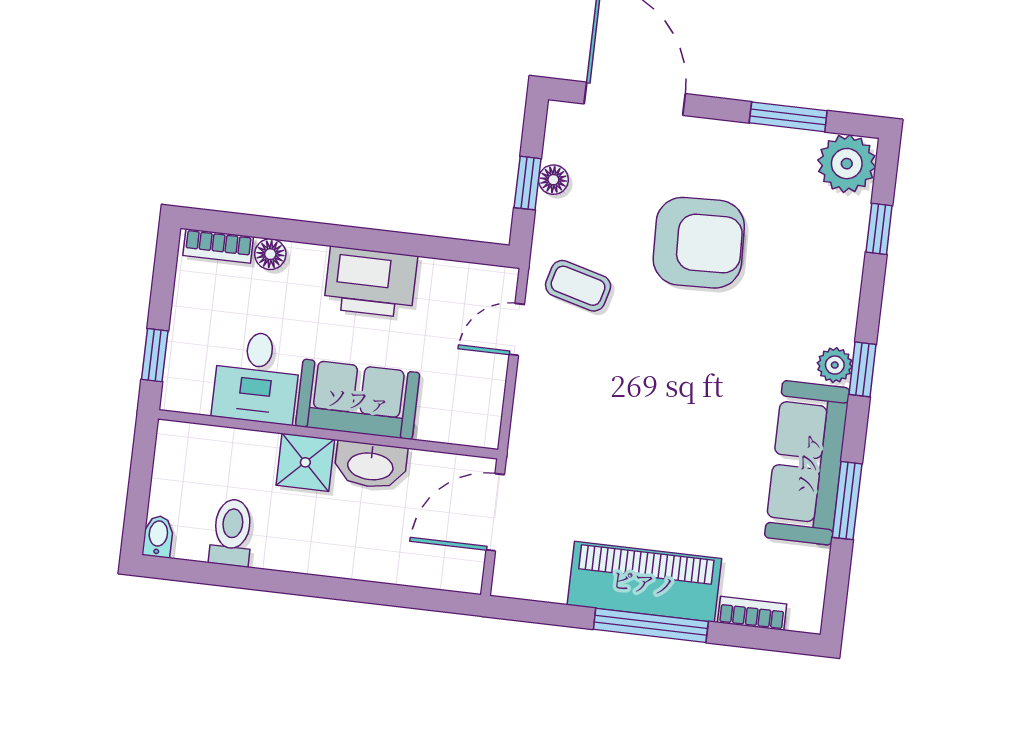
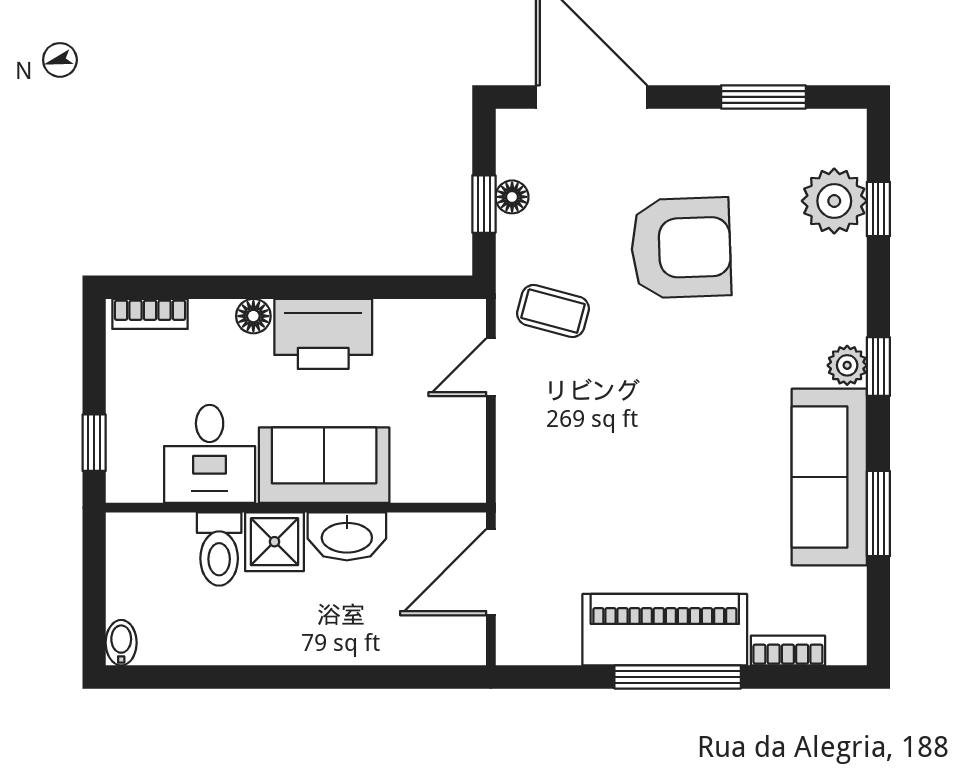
plant: (847, 164) -> (834, 201), moved
floor lamp: (270, 254) -> (253, 316), moved
toilet: (232, 532) -> (219, 549), moved, turned 180

